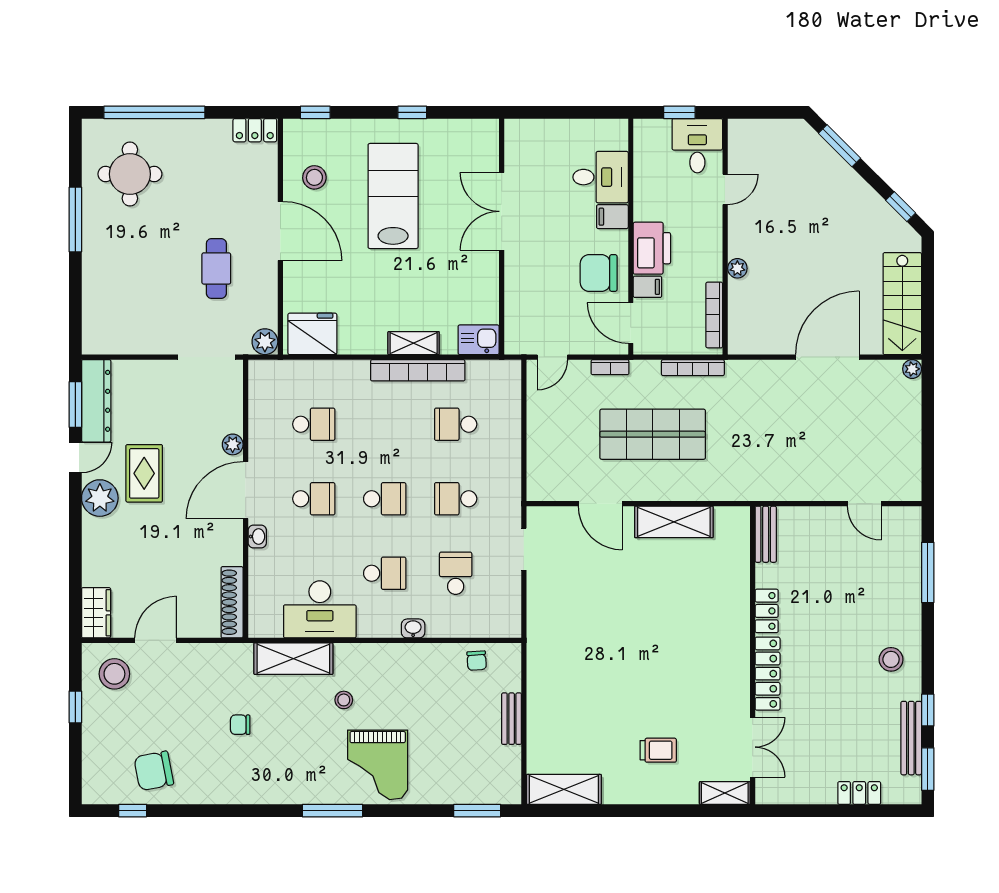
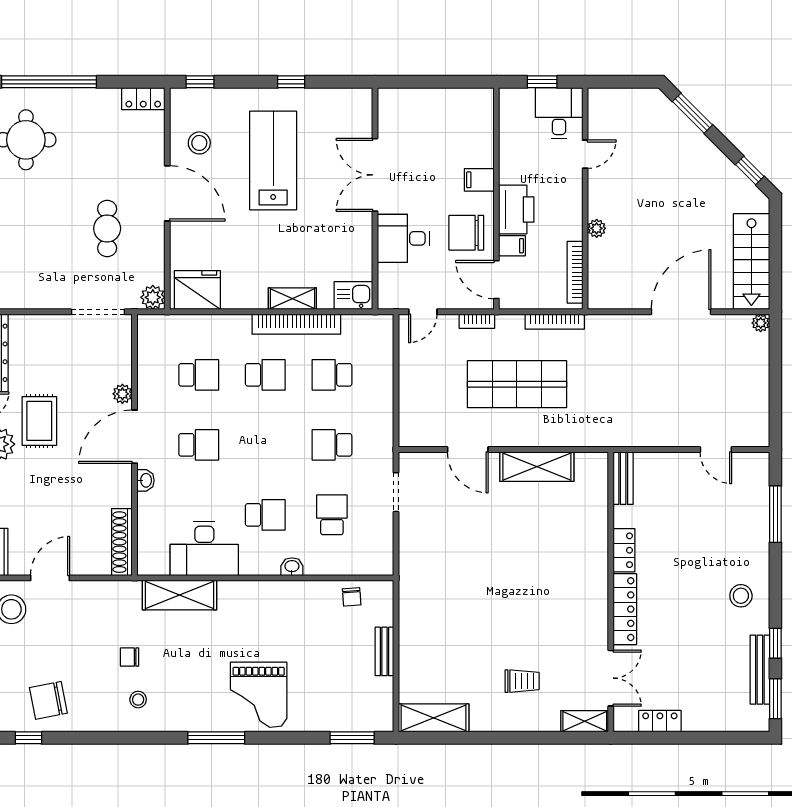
desk: (601, 177) -> (403, 238), moved, turned 180
school desk: (385, 499) -> (265, 375), moved
stool: (344, 700) -> (138, 700), moved
locker: (859, 793) -> (660, 721), moved

